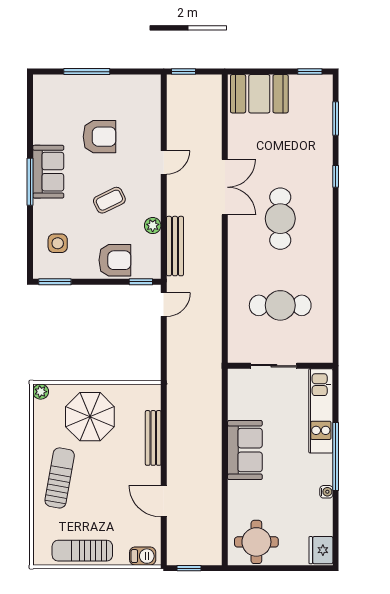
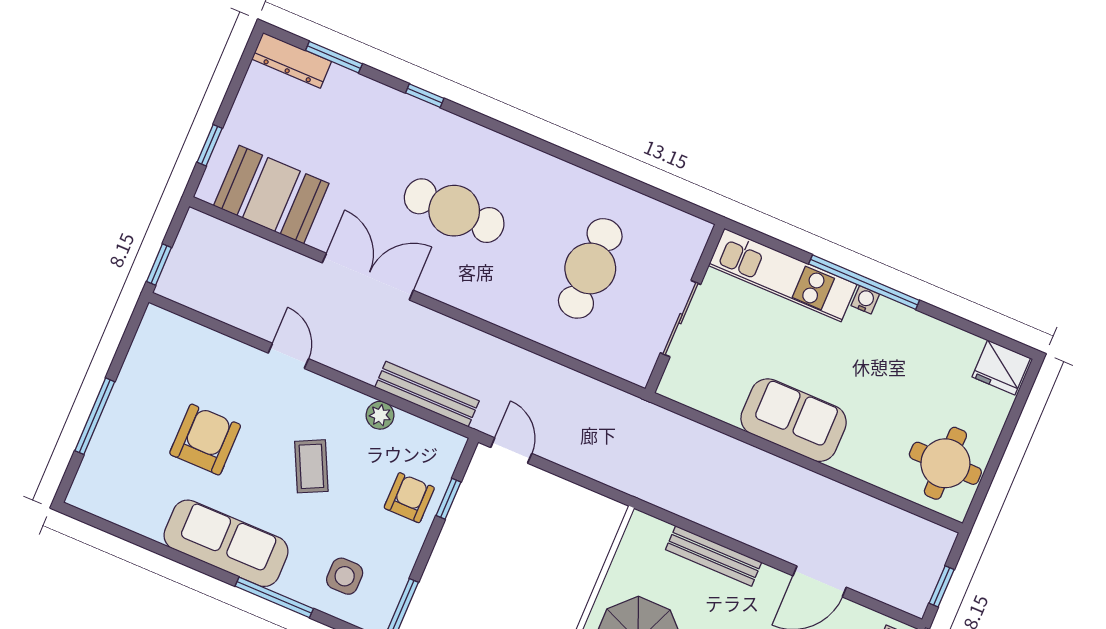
window: (310, 72) -> (210, 145), moved
booth: (259, 94) -> (271, 195), moved, turned 90
dresser: (324, 96) -> (292, 60), added
sofa: (48, 172) -> (226, 543), width x1.36
window: (30, 182) -> (274, 597), moved
armchair: (115, 260) -> (409, 498), width x0.72, depth x0.72
window: (141, 282) -> (448, 499), moved
water cooler: (326, 492) -> (865, 300), moved

